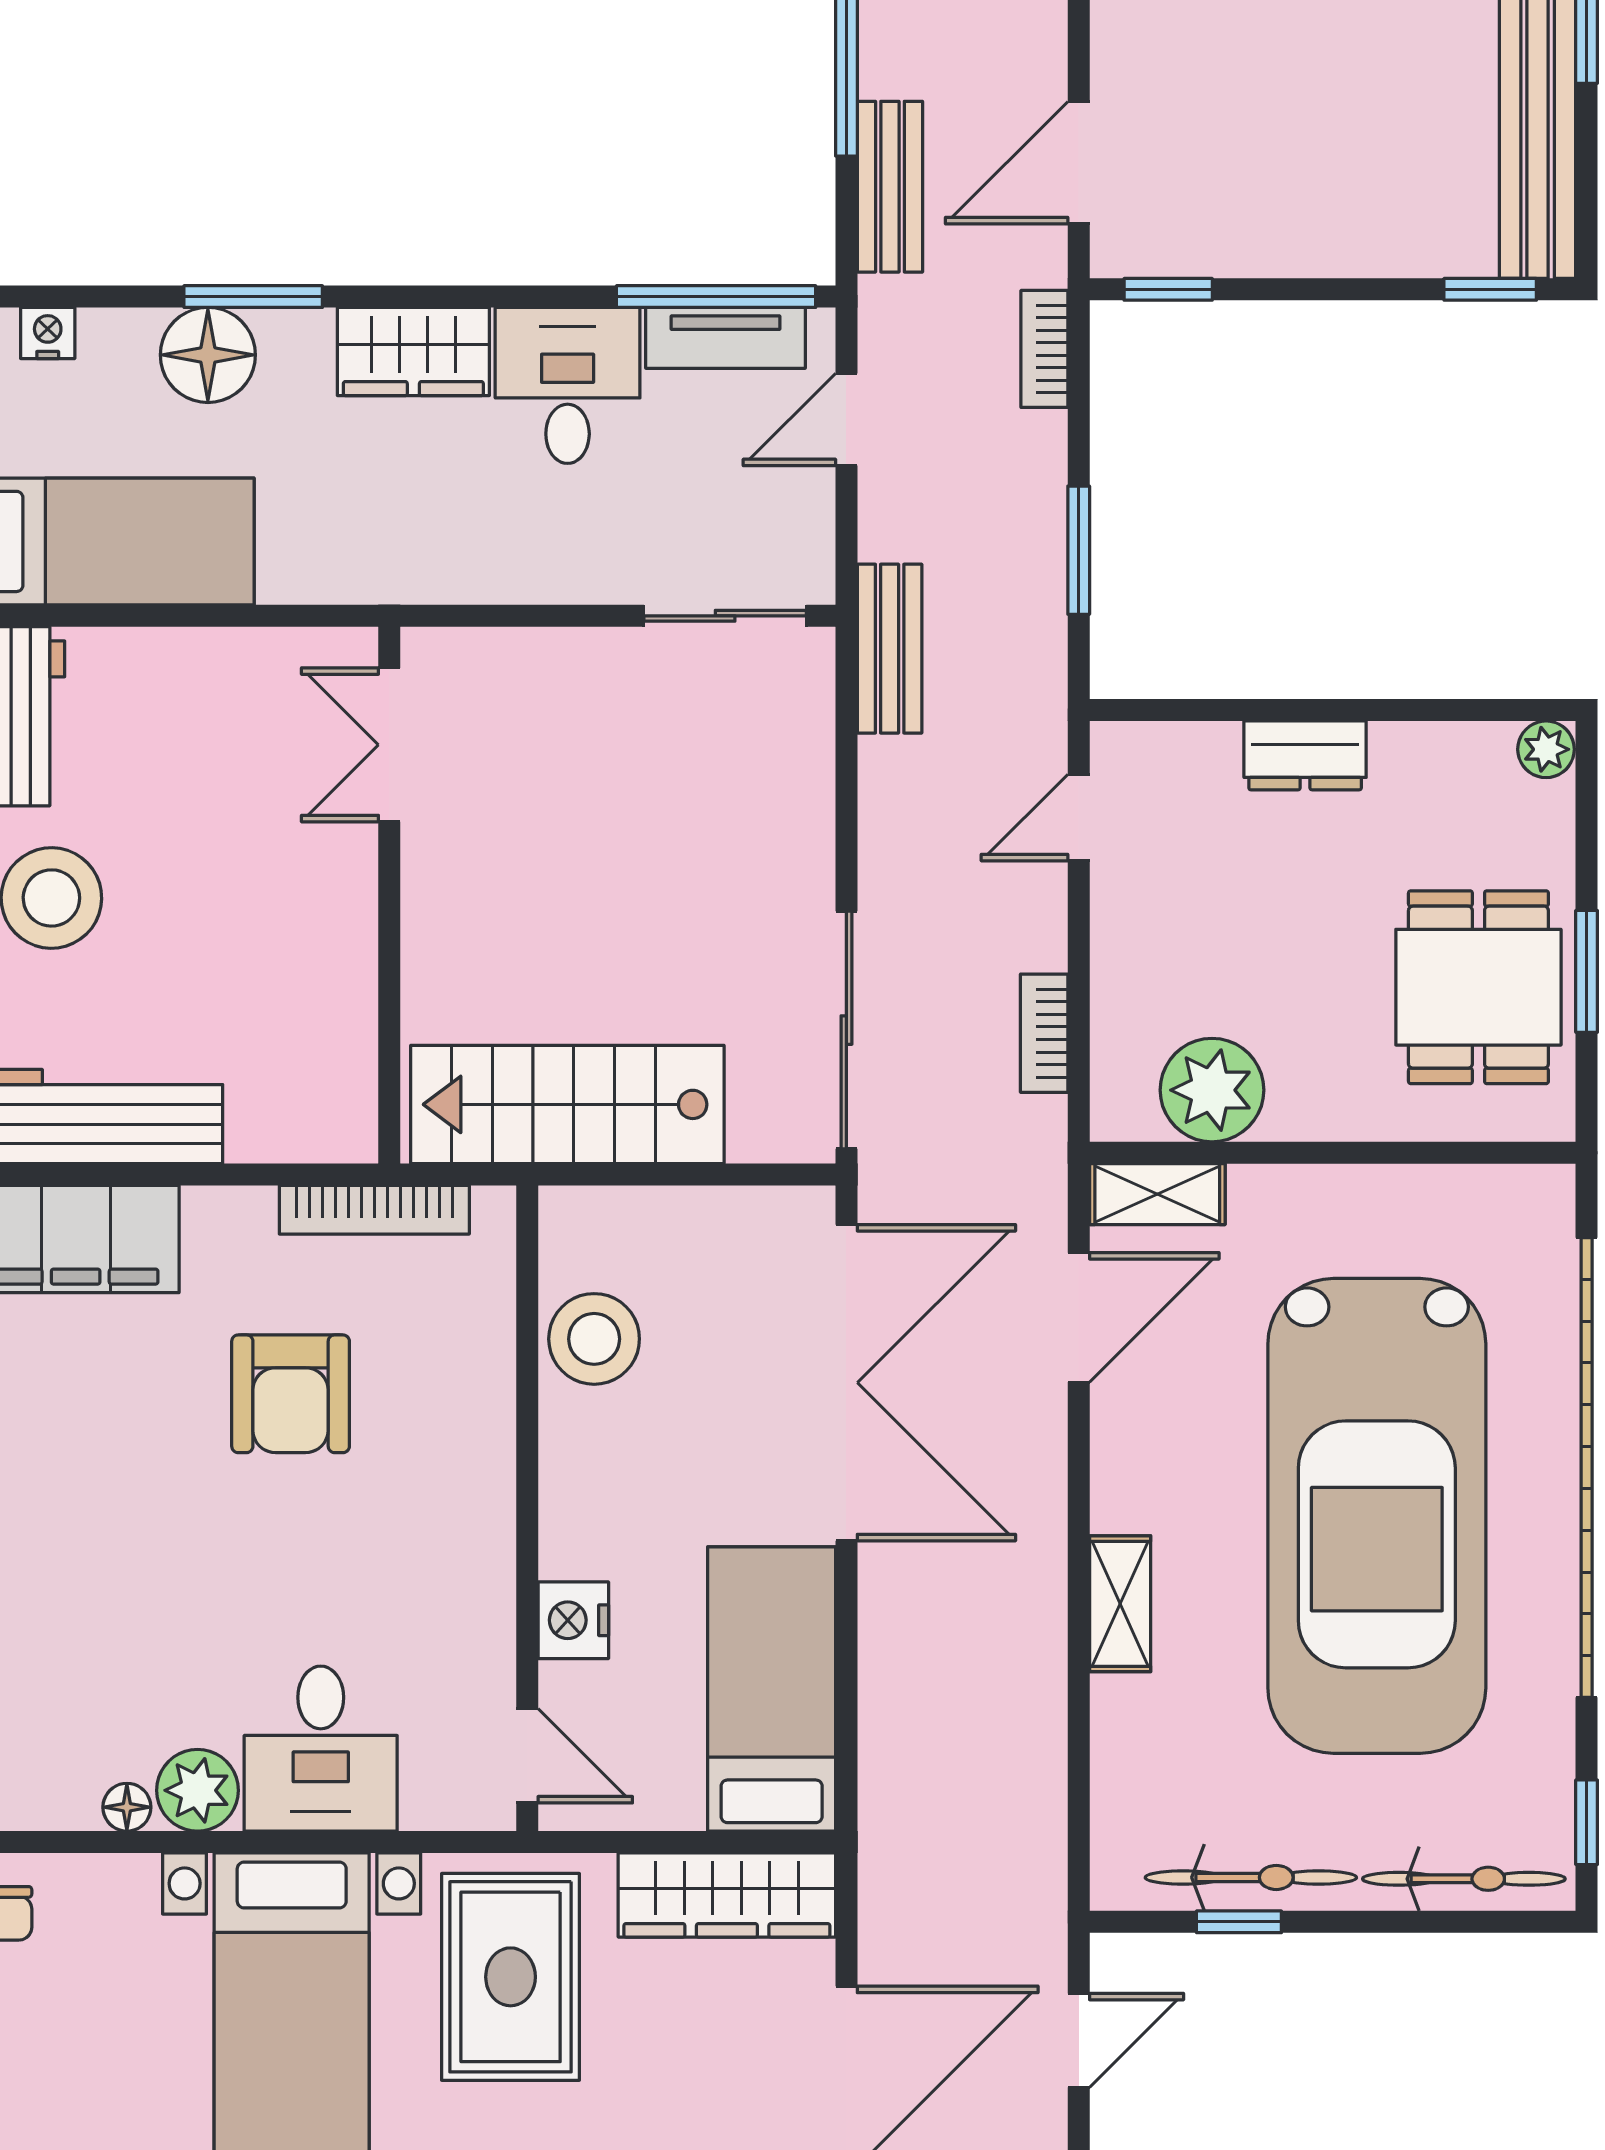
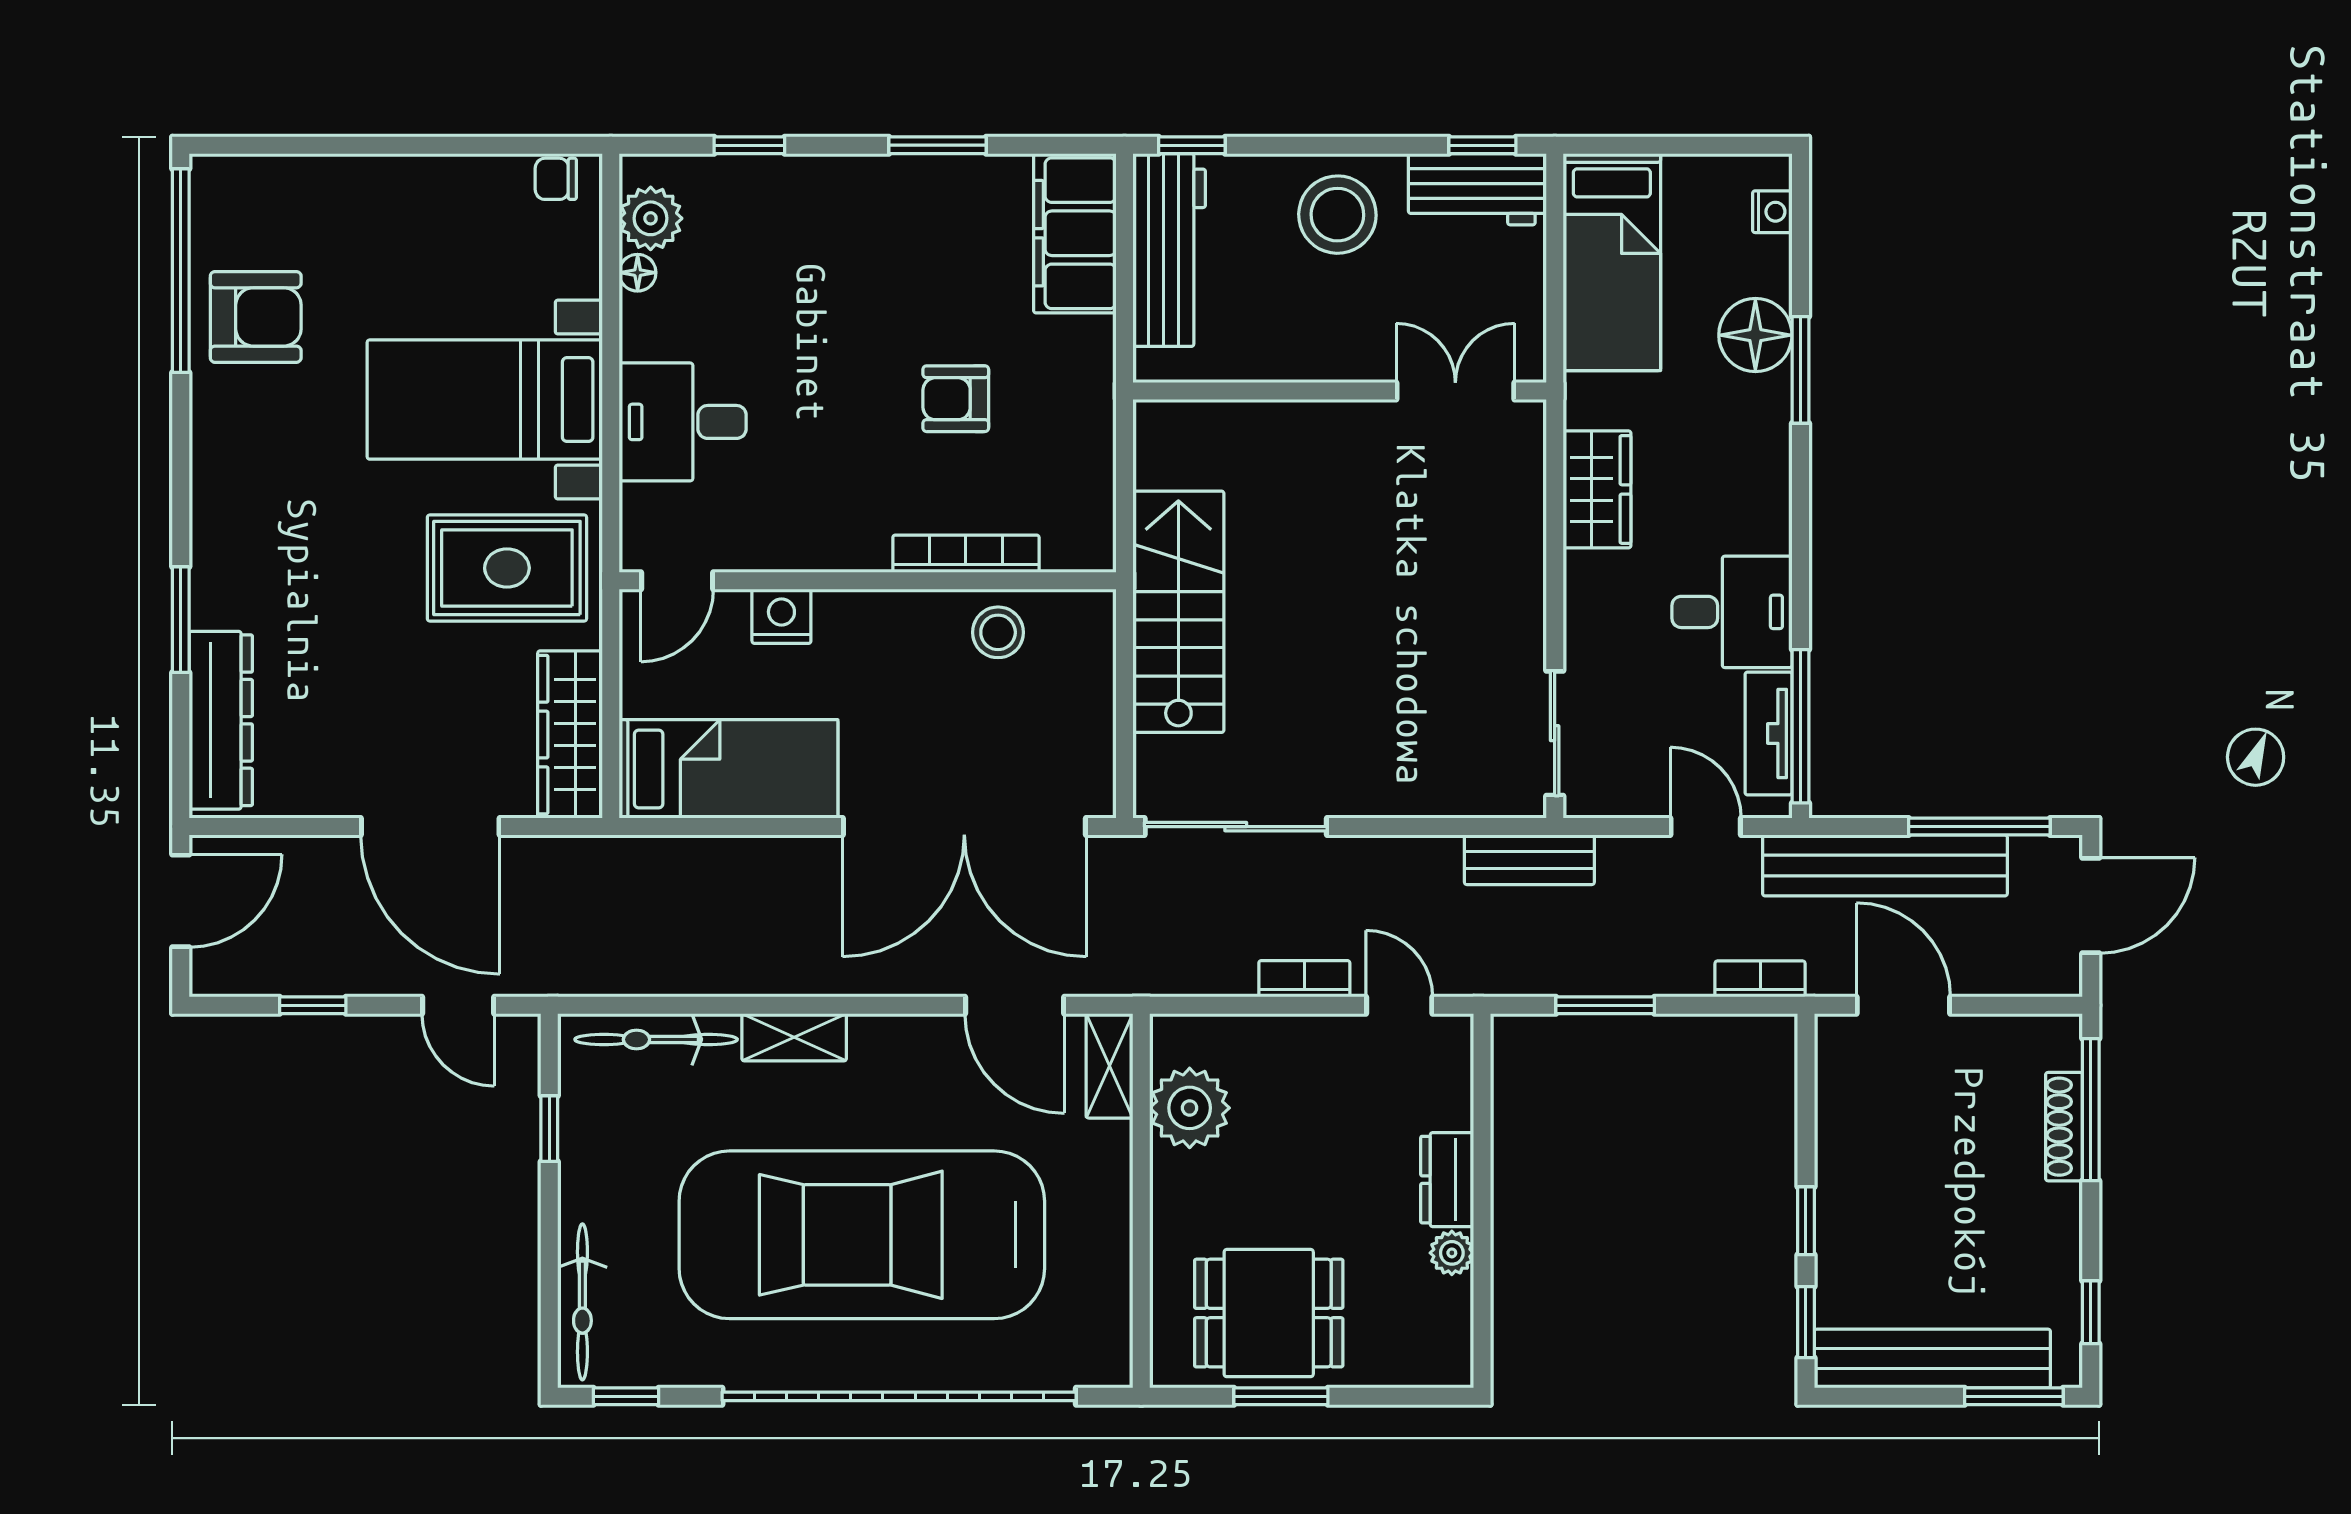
bench: (890, 187) -> (1885, 865), width x1.86, depth x1.21
window: (1168, 289) -> (1806, 1221), moved
wardrobe: (413, 352) -> (1597, 489), moved, turned 180
double door: (389, 745) -> (1455, 391), moved
plant: (1546, 749) -> (1452, 1253), moved
wall: (389, 895) -> (1340, 391), moved
bookcase: (1044, 1033) -> (1304, 979), moved
bookcase: (374, 1210) -> (966, 554), moved, turned 90
stool: (594, 1339) -> (998, 632), width x0.73, depth x0.73
armchair: (291, 1394) -> (956, 399), width x0.72, depth x0.72
plant: (198, 1790) -> (651, 218), moved
bicycle: (1251, 1877) -> (656, 1039), moved, turned 90

